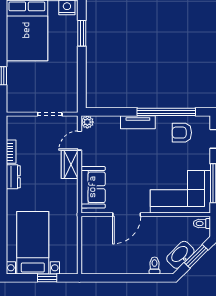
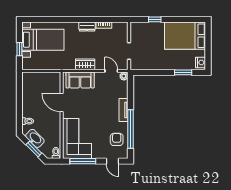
wardrobe: (70, 164) -> (85, 64), moved

